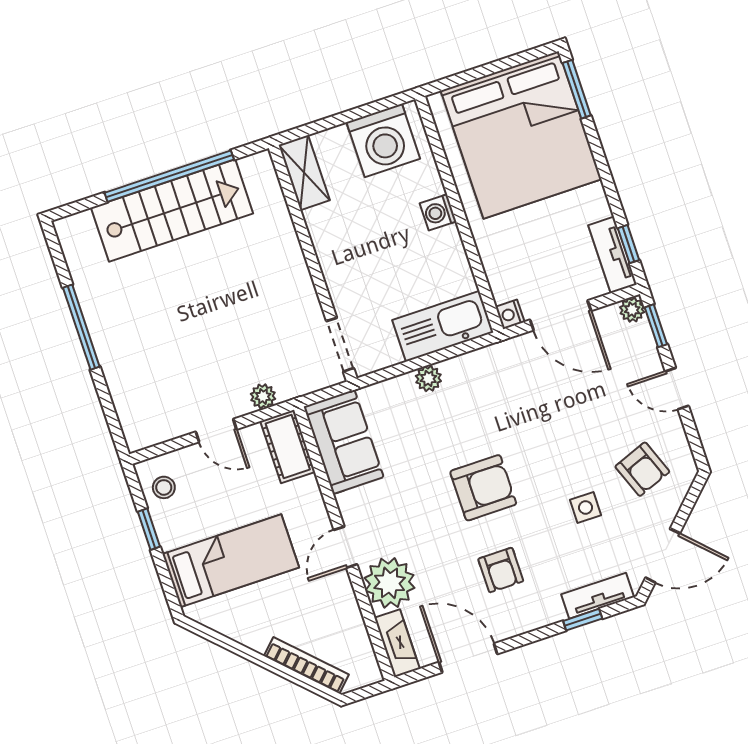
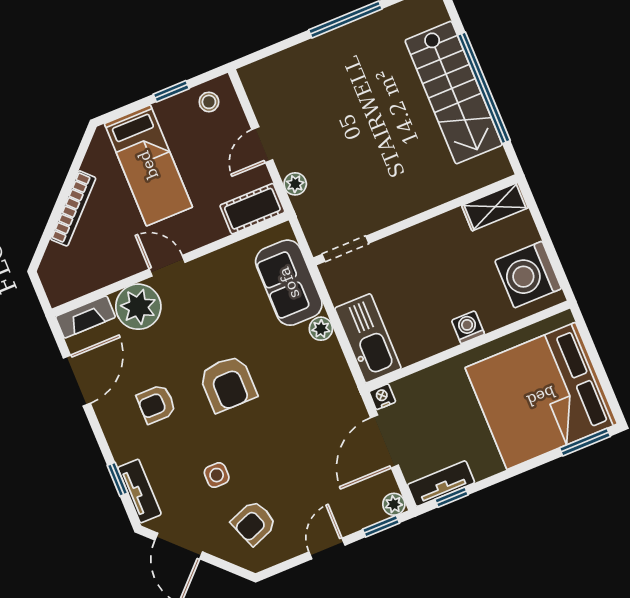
sofa: (344, 442) -> (289, 283), moved, turned 90
bookcase: (306, 665) -> (73, 208), moved

